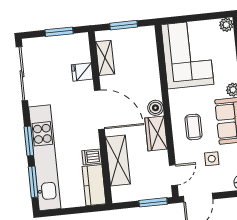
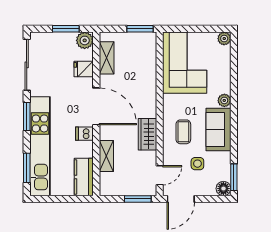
window: (124, 25) -> (140, 29), moved
plant: (80, 42) -> (85, 40), added
boiler: (155, 108) -> (149, 110), removed
window: (29, 141) -> (27, 116), moved
dishwasher: (92, 157) -> (84, 134), moved
shelving: (118, 160) -> (106, 156), width x0.67, depth x0.75

